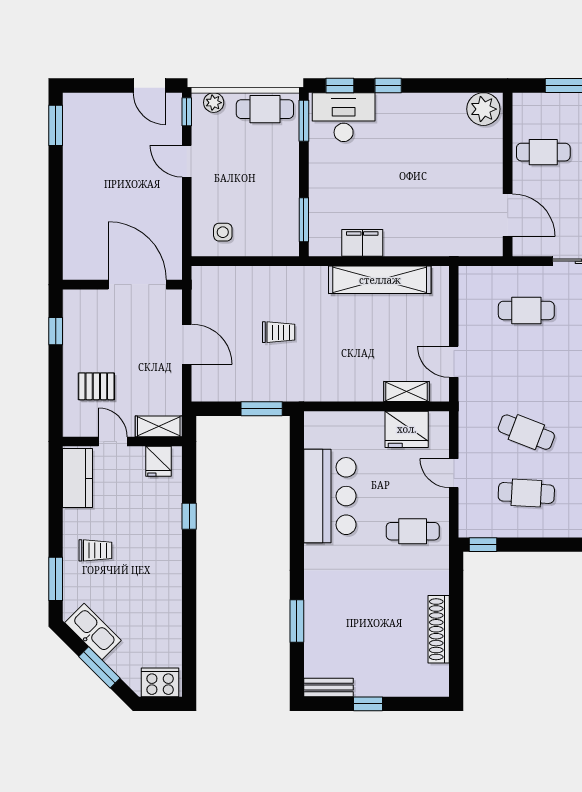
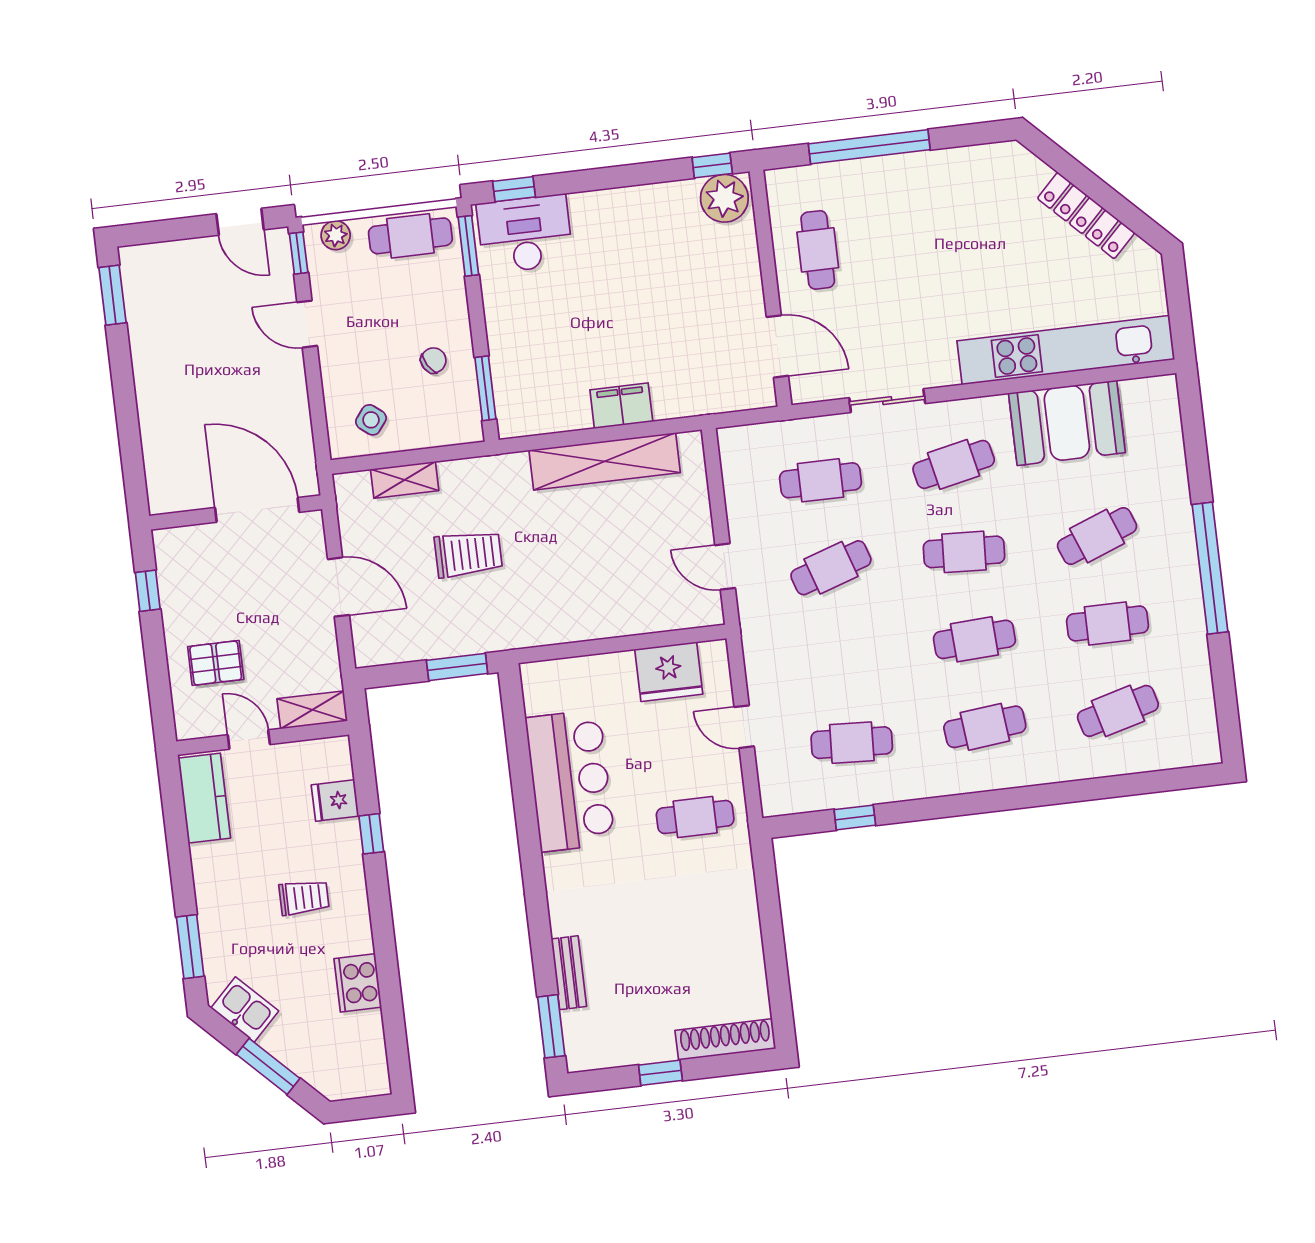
window: (388, 86) -> (712, 165), moved
cafe table: (543, 152) -> (818, 250), turned 90
chair: (271, 196) -> (433, 360), added
side table: (223, 232) -> (371, 420), turned 38
filing cabinet: (362, 243) -> (621, 406), moved
trolley: (279, 332) -> (468, 554), width x1.36, depth x1.39
shelving: (406, 392) -> (405, 480), moved
cafe table: (526, 432) -> (831, 568), moved, turned -39
fridge: (158, 461) -> (335, 800), moved, turned 90
window: (483, 545) -> (855, 817), moved
trolley: (95, 550) -> (304, 897), moved
window: (297, 621) -> (551, 1026), moved
shoe rack: (439, 629) -> (725, 1040), moved, turned 90
kitchen sink: (93, 632) -> (245, 1009), width x0.73
cooker: (160, 682) -> (358, 983), moved, turned -90
bench: (329, 687) -> (569, 973), moved, turned 90

